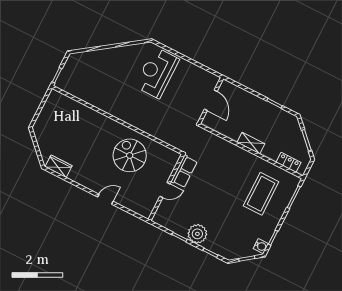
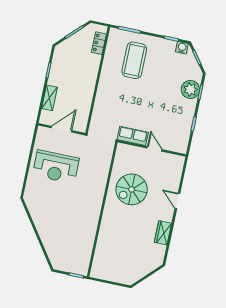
reception desk: (157, 73) -> (56, 167), moved
shelving: (251, 143) -> (49, 98), moved
wardrobe: (59, 166) -> (163, 233), moved
coffee table: (261, 194) -> (134, 60), turned 90
plant: (197, 234) -> (190, 89), moved

